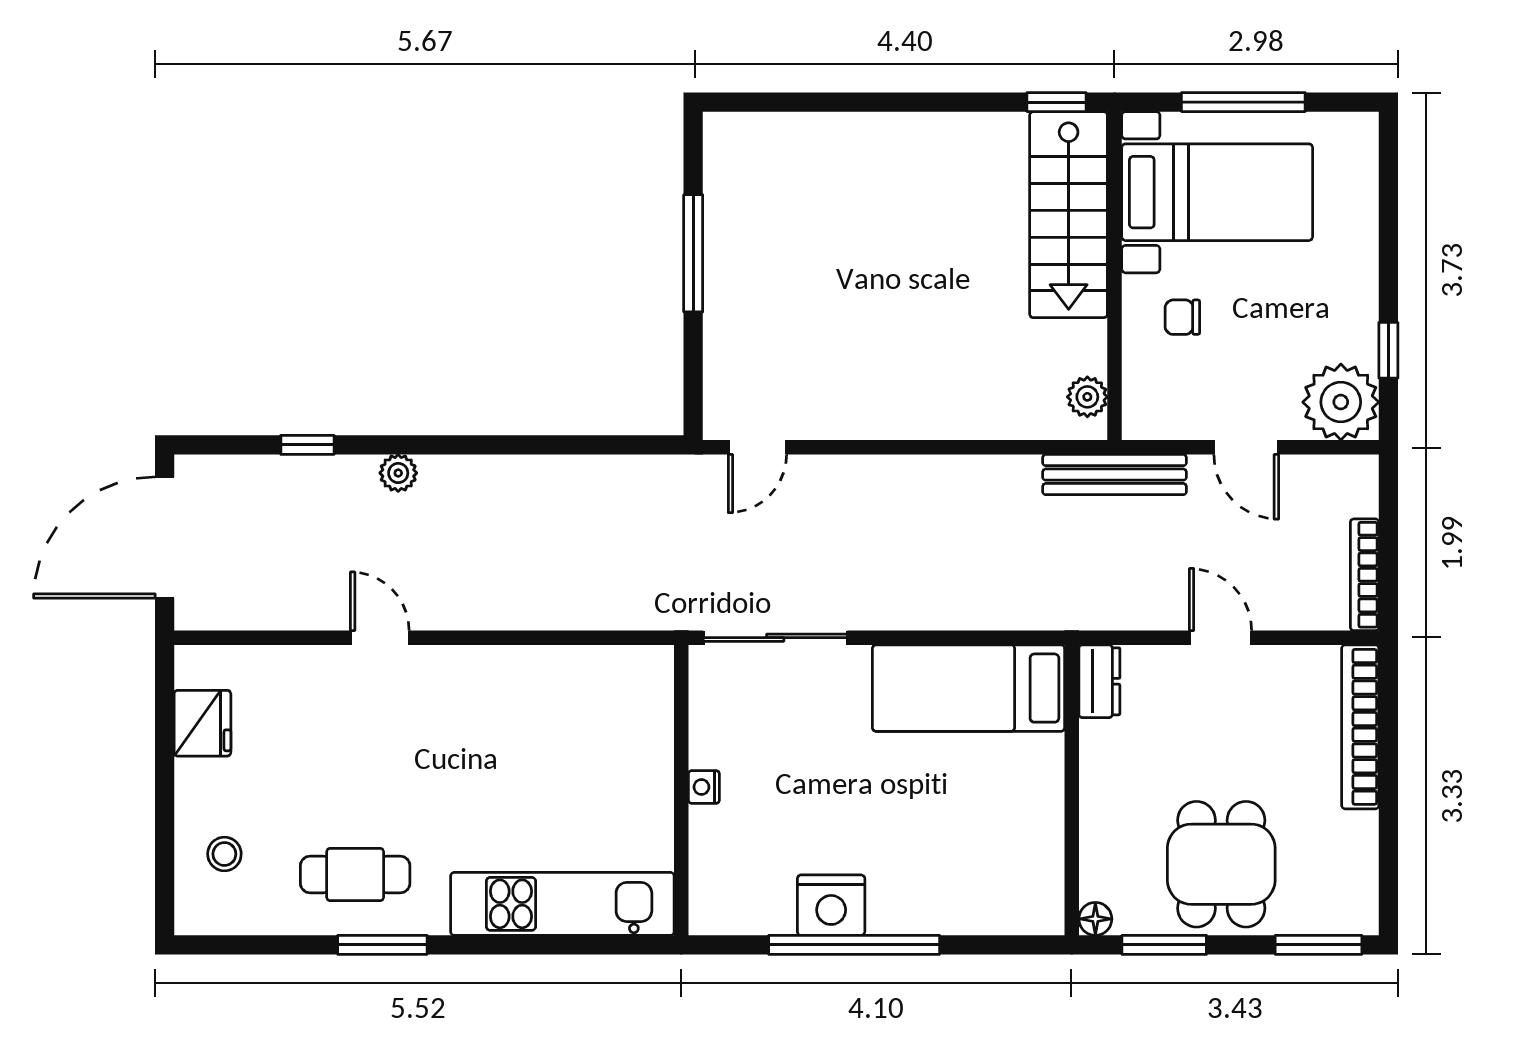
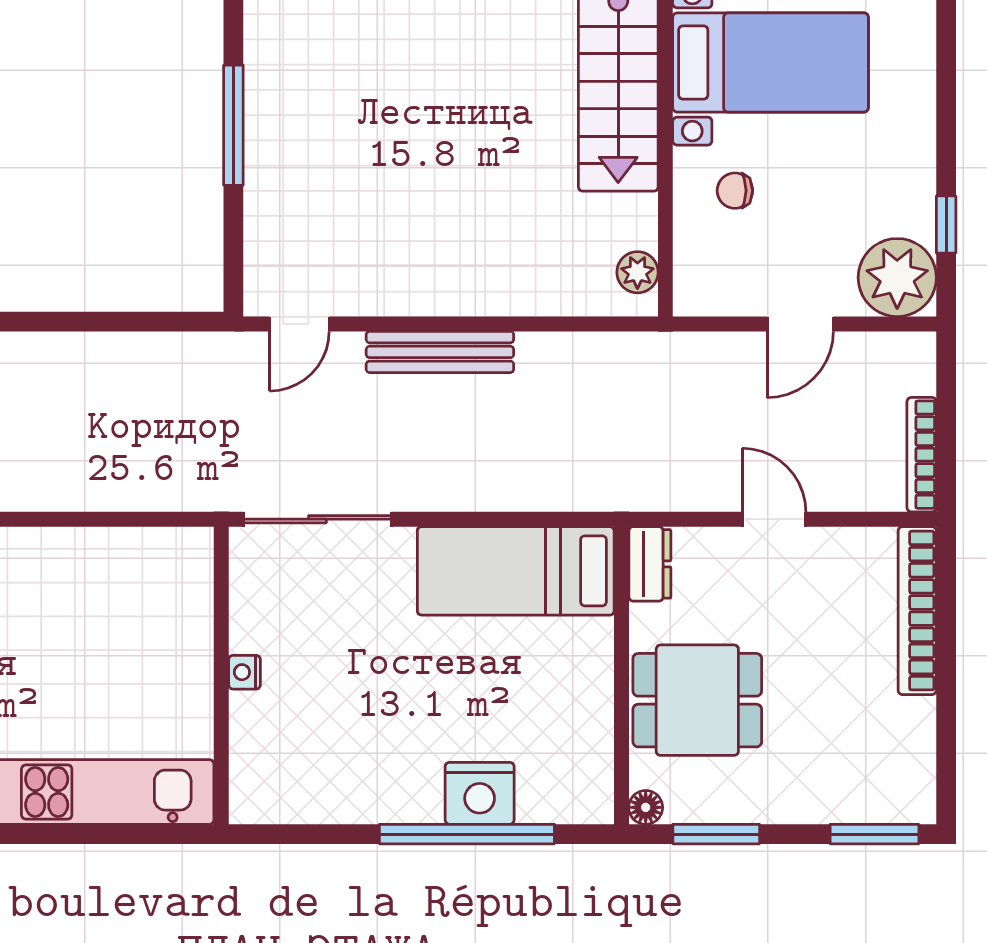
door: (1246, 447) -> (800, 324), hinge flipped
bench: (1115, 475) -> (440, 352), moved
dining table: (1221, 864) -> (697, 700), moved, turned 90
nightstand: (831, 905) -> (480, 793), moved
window: (854, 945) -> (467, 834), moved

